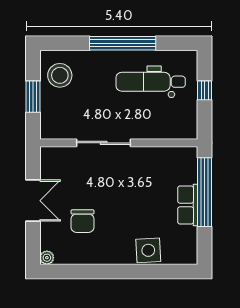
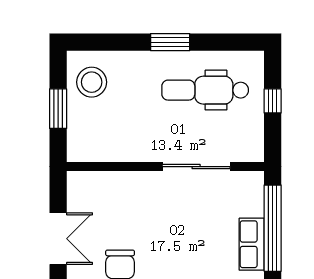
window: (123, 43) -> (170, 42), width x0.47
sliding door: (104, 143) -> (196, 167), moved

